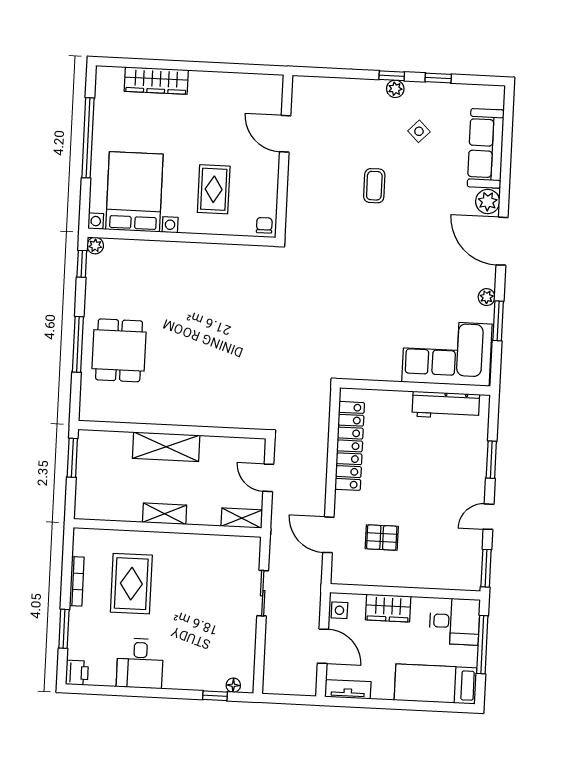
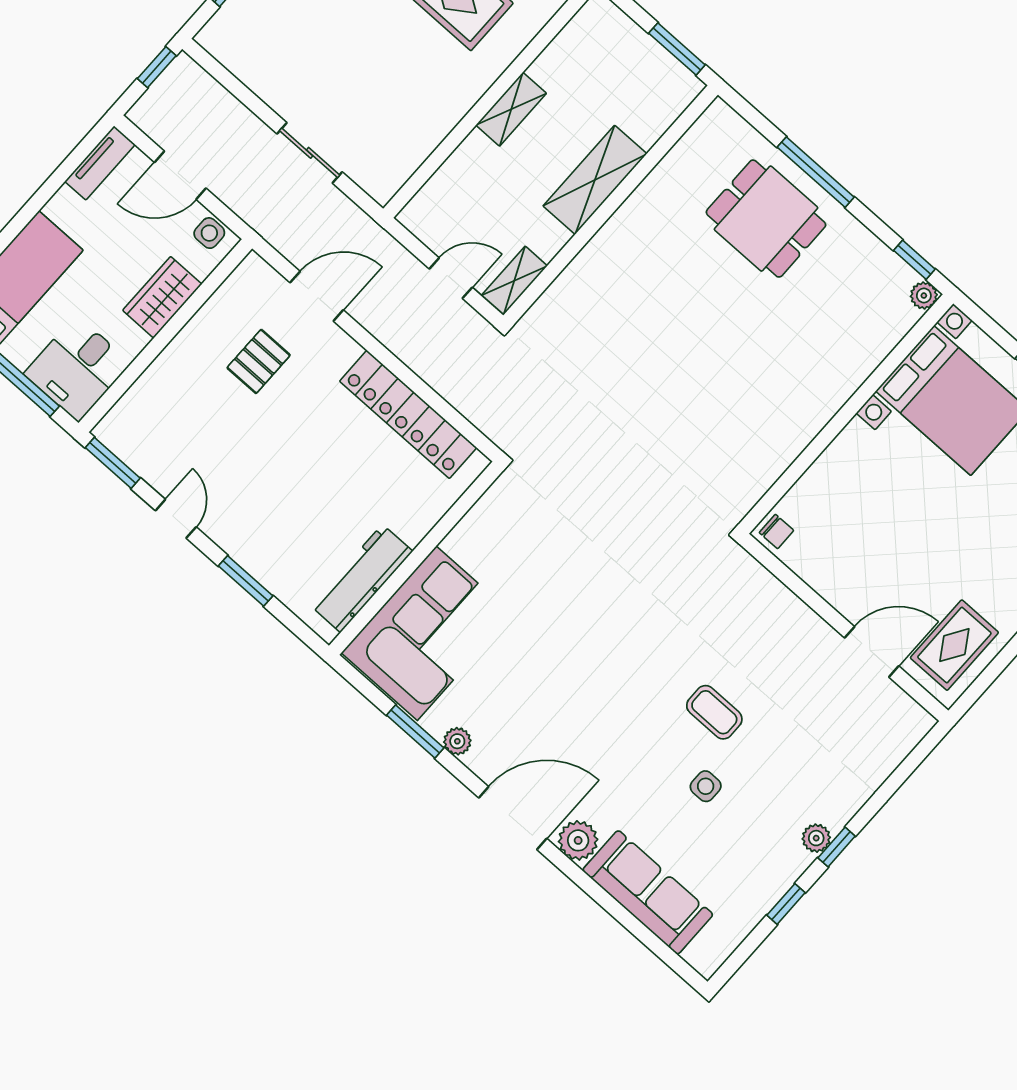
side table: (419, 131) -> (706, 786), moved, turned 45
rug: (214, 189) -> (954, 645), moved, turned 90
shelving: (242, 518) -> (514, 281), moved
floor lamp: (233, 685) -> (222, 21), removed
window: (280, 699) -> (157, 67), added

